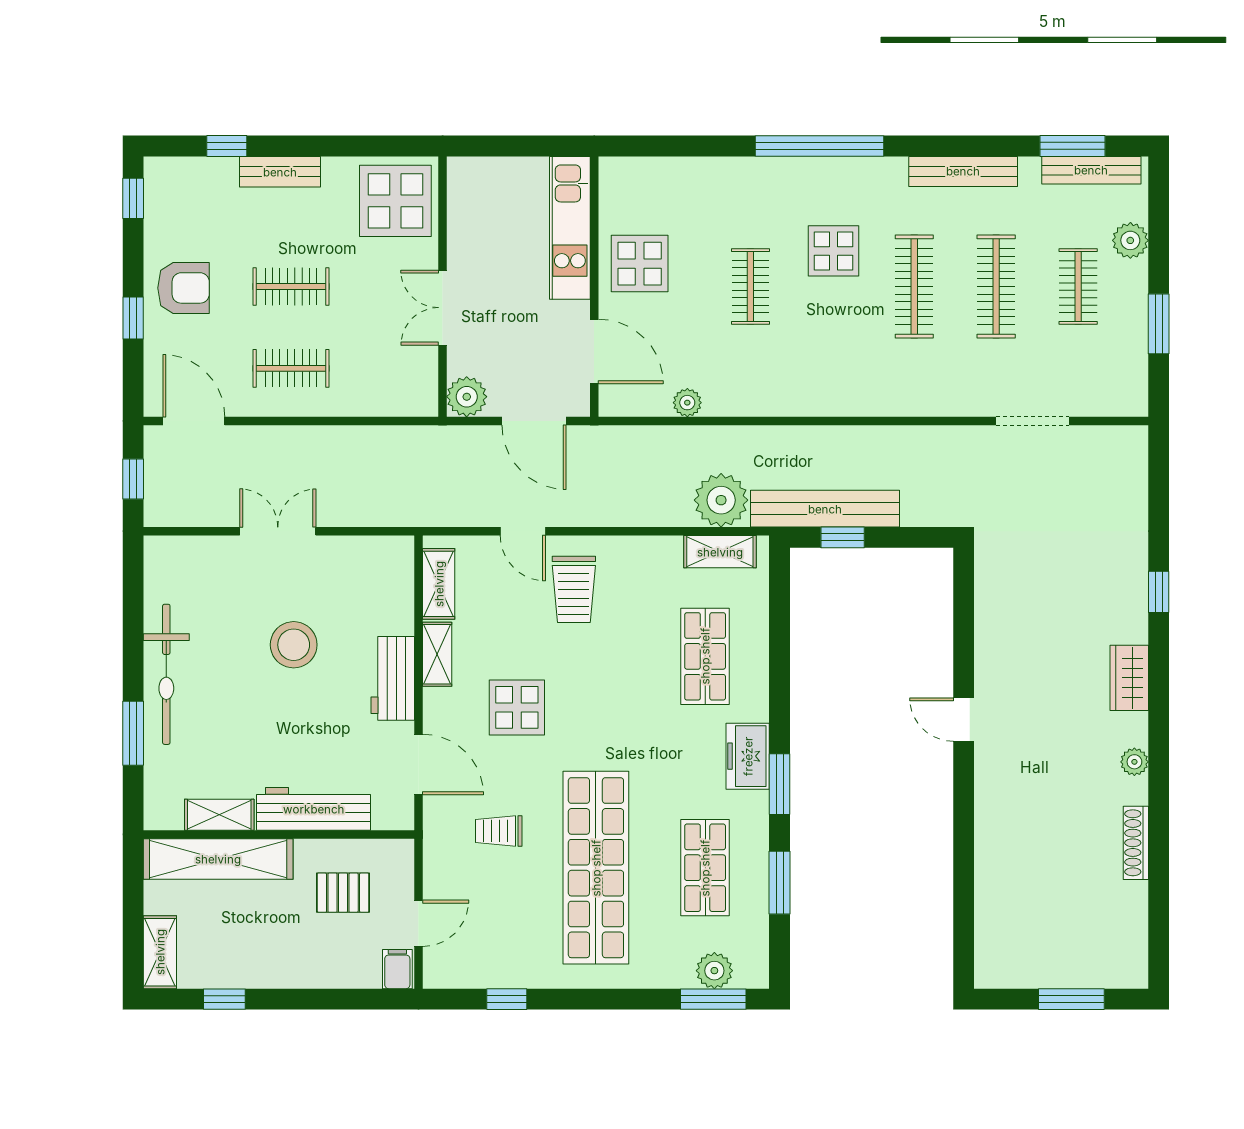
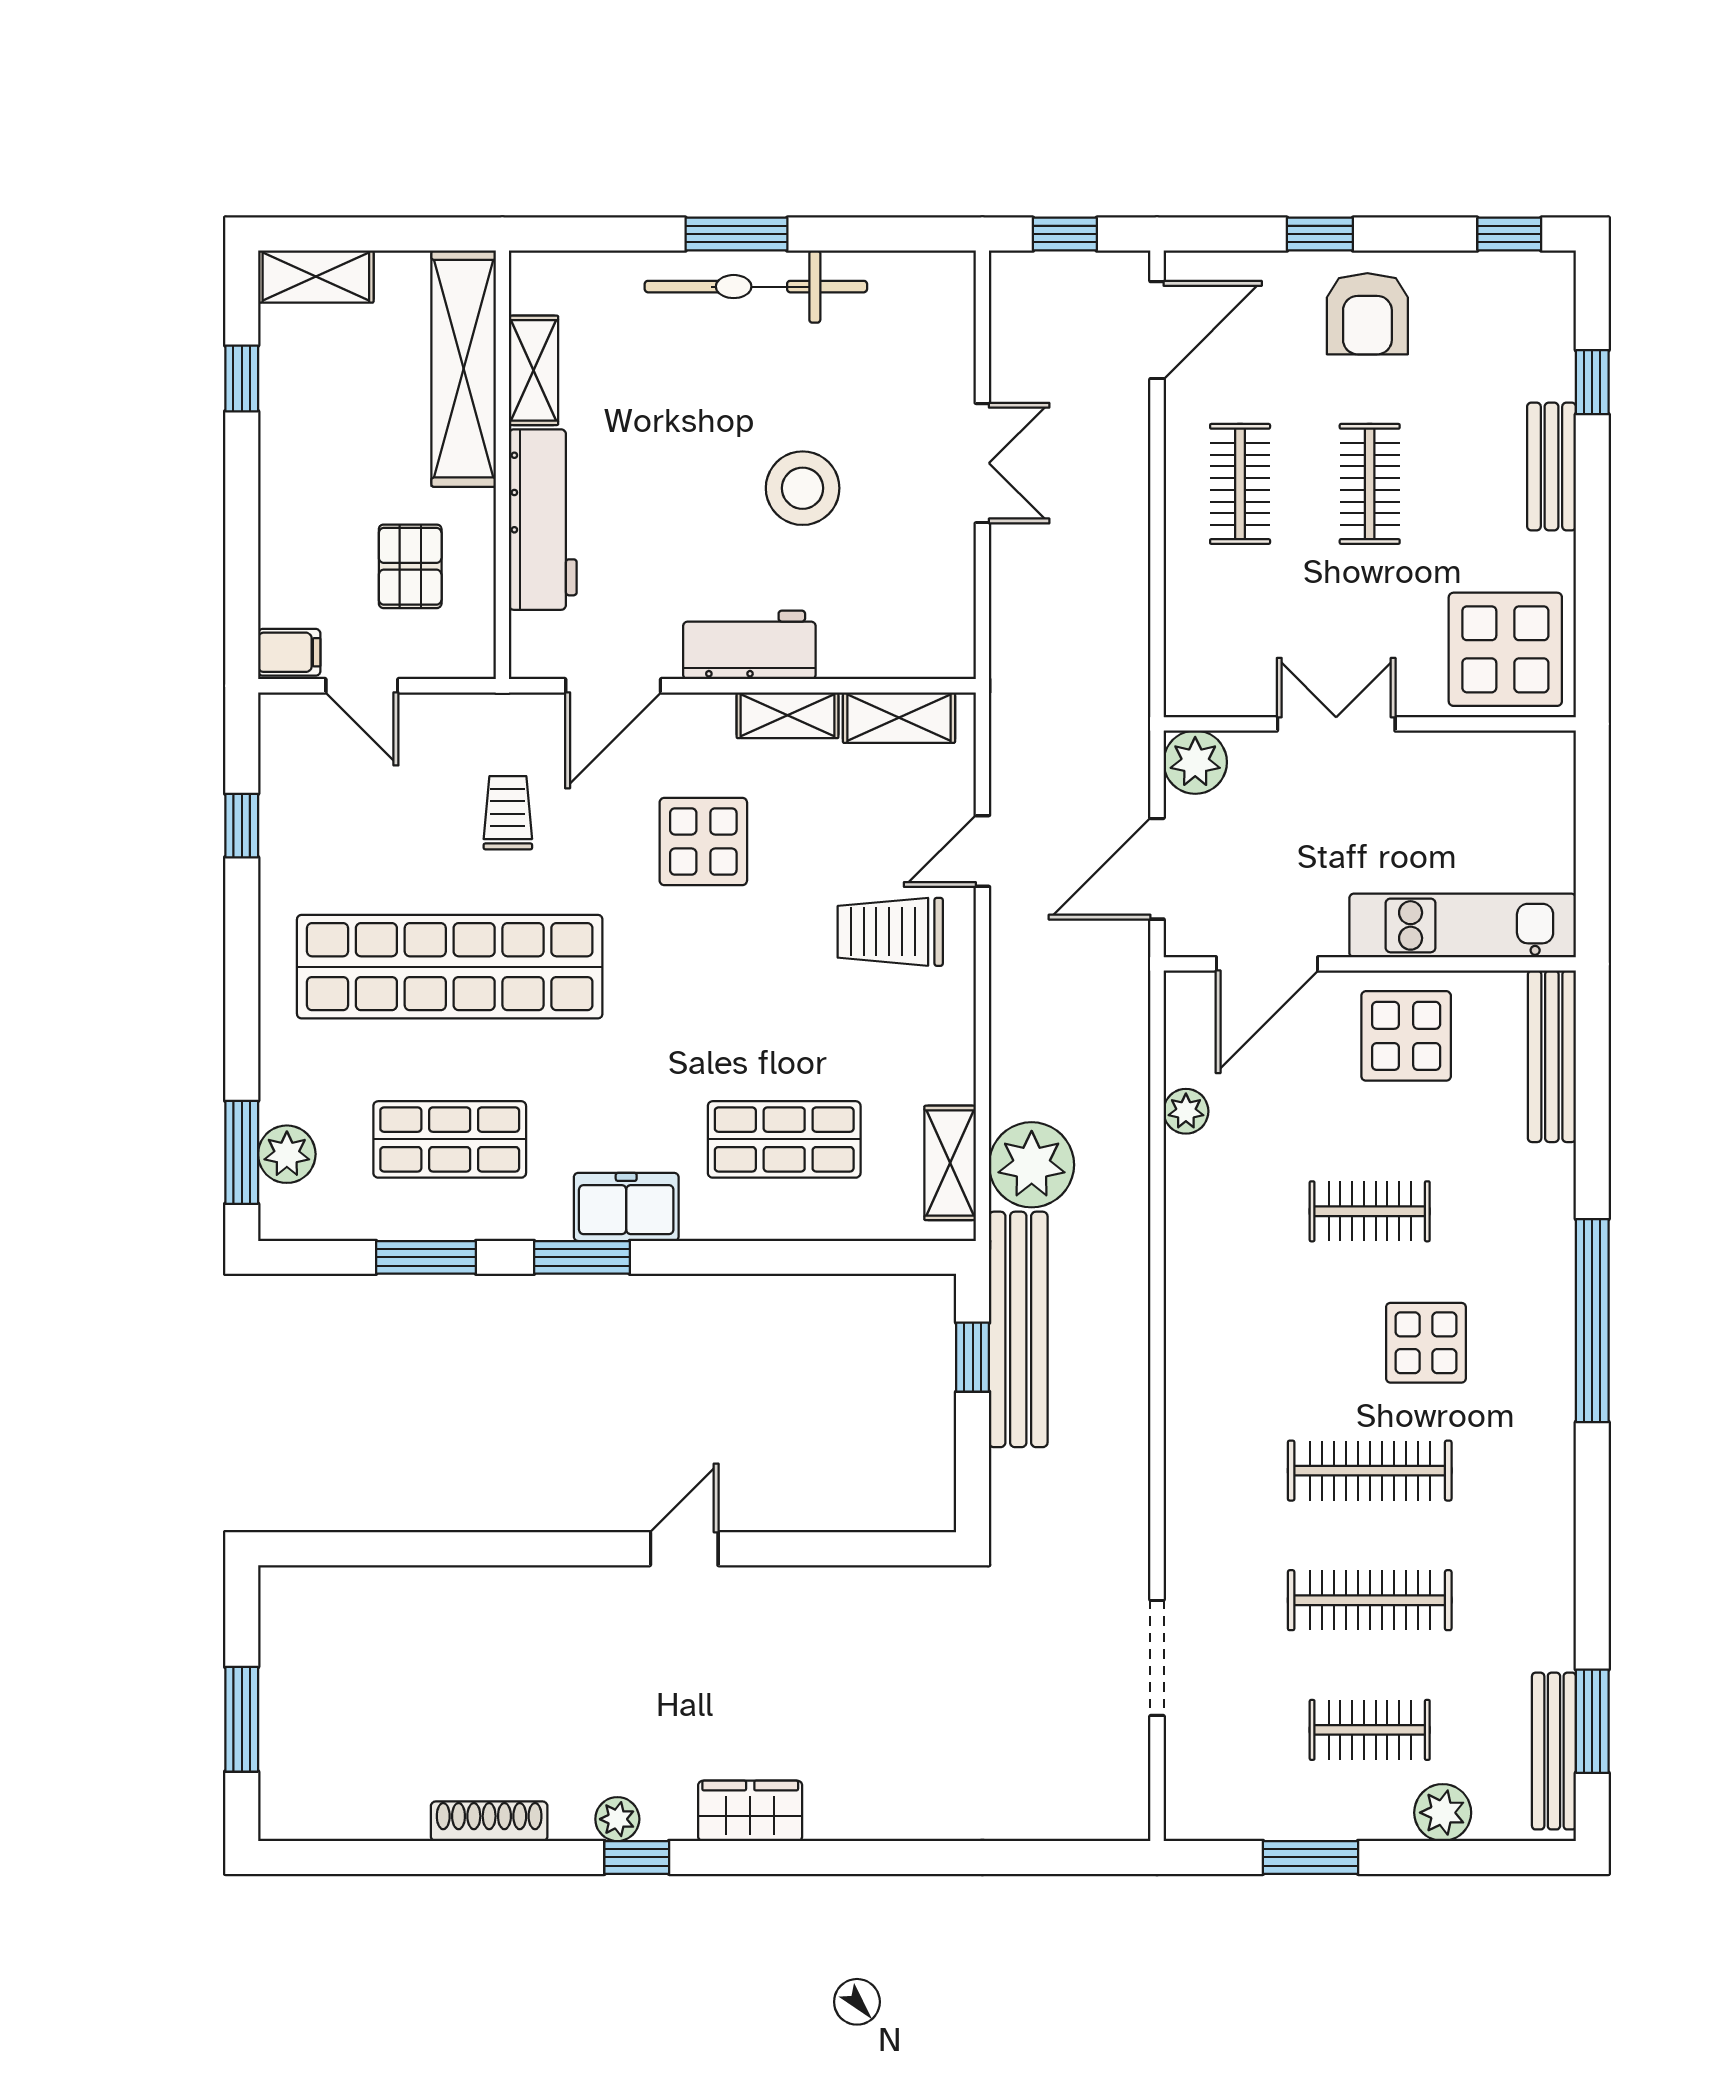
bench: (963, 171) -> (1552, 1056), moved
window: (1159, 592) -> (637, 1857), moved
window: (133, 733) -> (736, 234), moved

